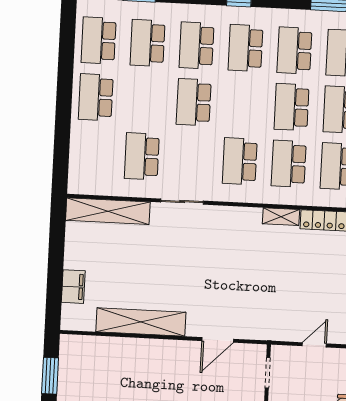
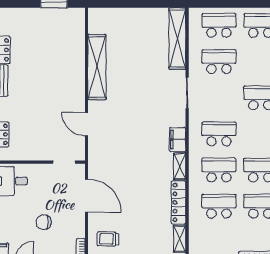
school desk: (93, 154) -> (219, 25), added
filing cabinet: (73, 287) -> (178, 140), moved, turned 90
door: (314, 345) -> (87, 196), width x1.88

